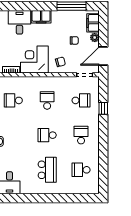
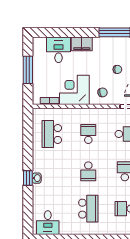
school desk: (13, 100) -> (52, 134), width x1.85
school desk: (47, 135) -> (88, 171), turned -90

